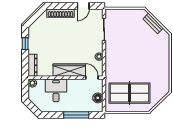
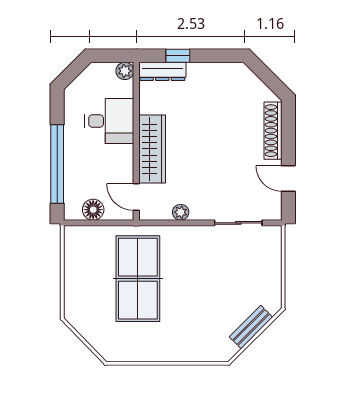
window: (25, 44) -> (178, 56), moved
door: (92, 78) -> (136, 197), swing flipped
table tennis table: (129, 93) -> (138, 279), moved
window: (76, 115) -> (57, 164), width x1.46

